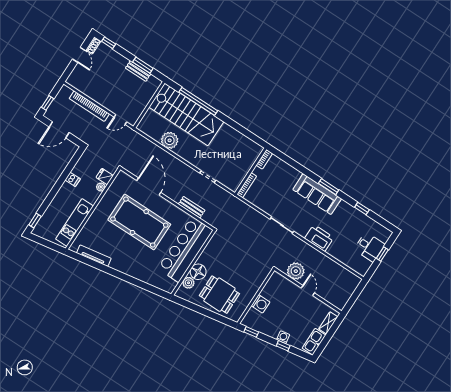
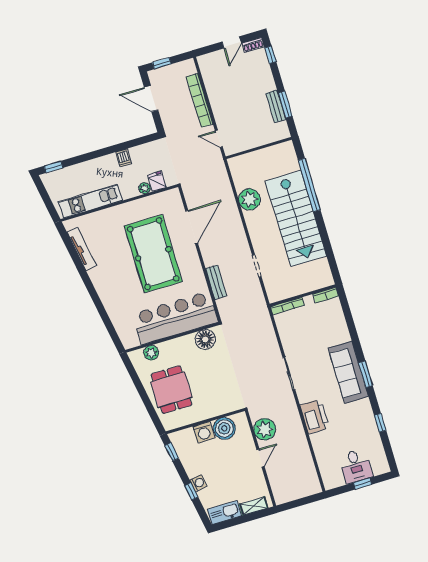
stairs: (186, 114) -> (296, 218), moved
floor lamp: (198, 272) -> (205, 339), moved
boiler: (271, 291) -> (224, 428), added

